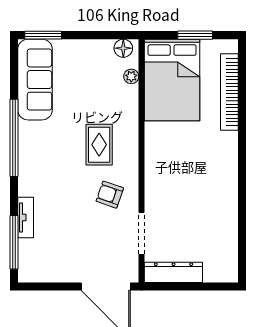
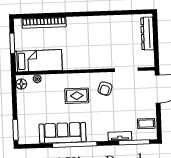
sofa: (35, 80) -> (63, 133), moved
bed: (172, 80) -> (39, 61), width x0.67
coffee table: (46, 264) -> (146, 124), added
dresser: (173, 272) -> (147, 34), moved

